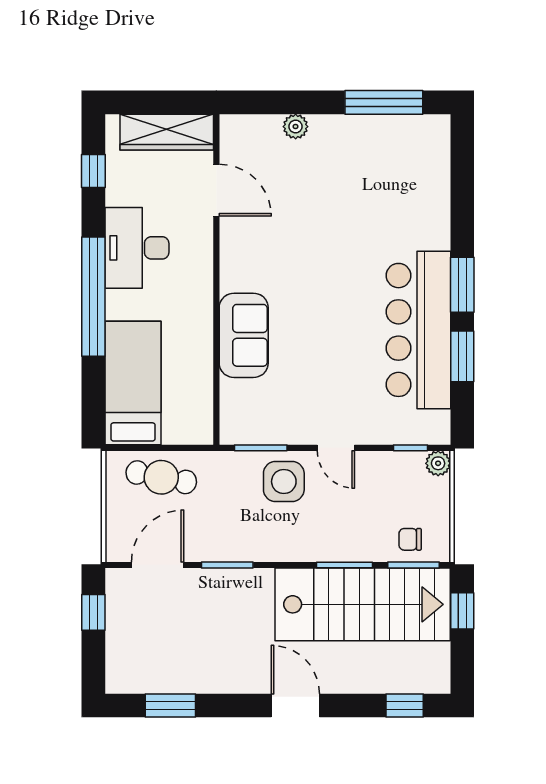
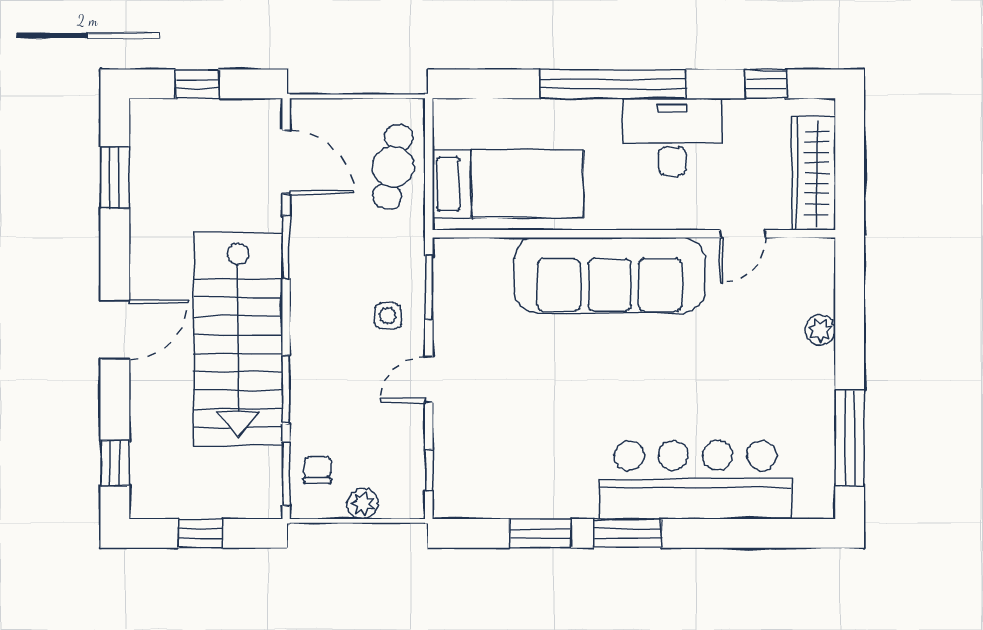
door: (216, 190) -> (743, 234), width x0.73
bar counter: (418, 330) -> (695, 480), moved
sofa: (244, 335) -> (610, 275), width x1.85, depth x1.27
bed: (133, 383) -> (508, 184), moved
plant: (438, 463) -> (363, 504), moved
side table: (284, 482) -> (388, 316), width x0.54, depth x0.54
stairs: (363, 604) -> (238, 339), moved
window: (462, 611) -> (200, 533), moved
window: (93, 612) -> (197, 84), moved

